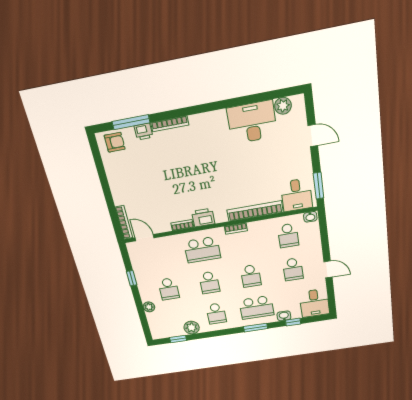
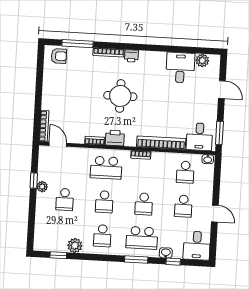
desk: (252, 122) -> (180, 68), width x0.73
printer: (143, 132) -> (131, 56), moved
round table: (197, 171) -> (120, 96), added
plant: (149, 307) -> (42, 187), moved

